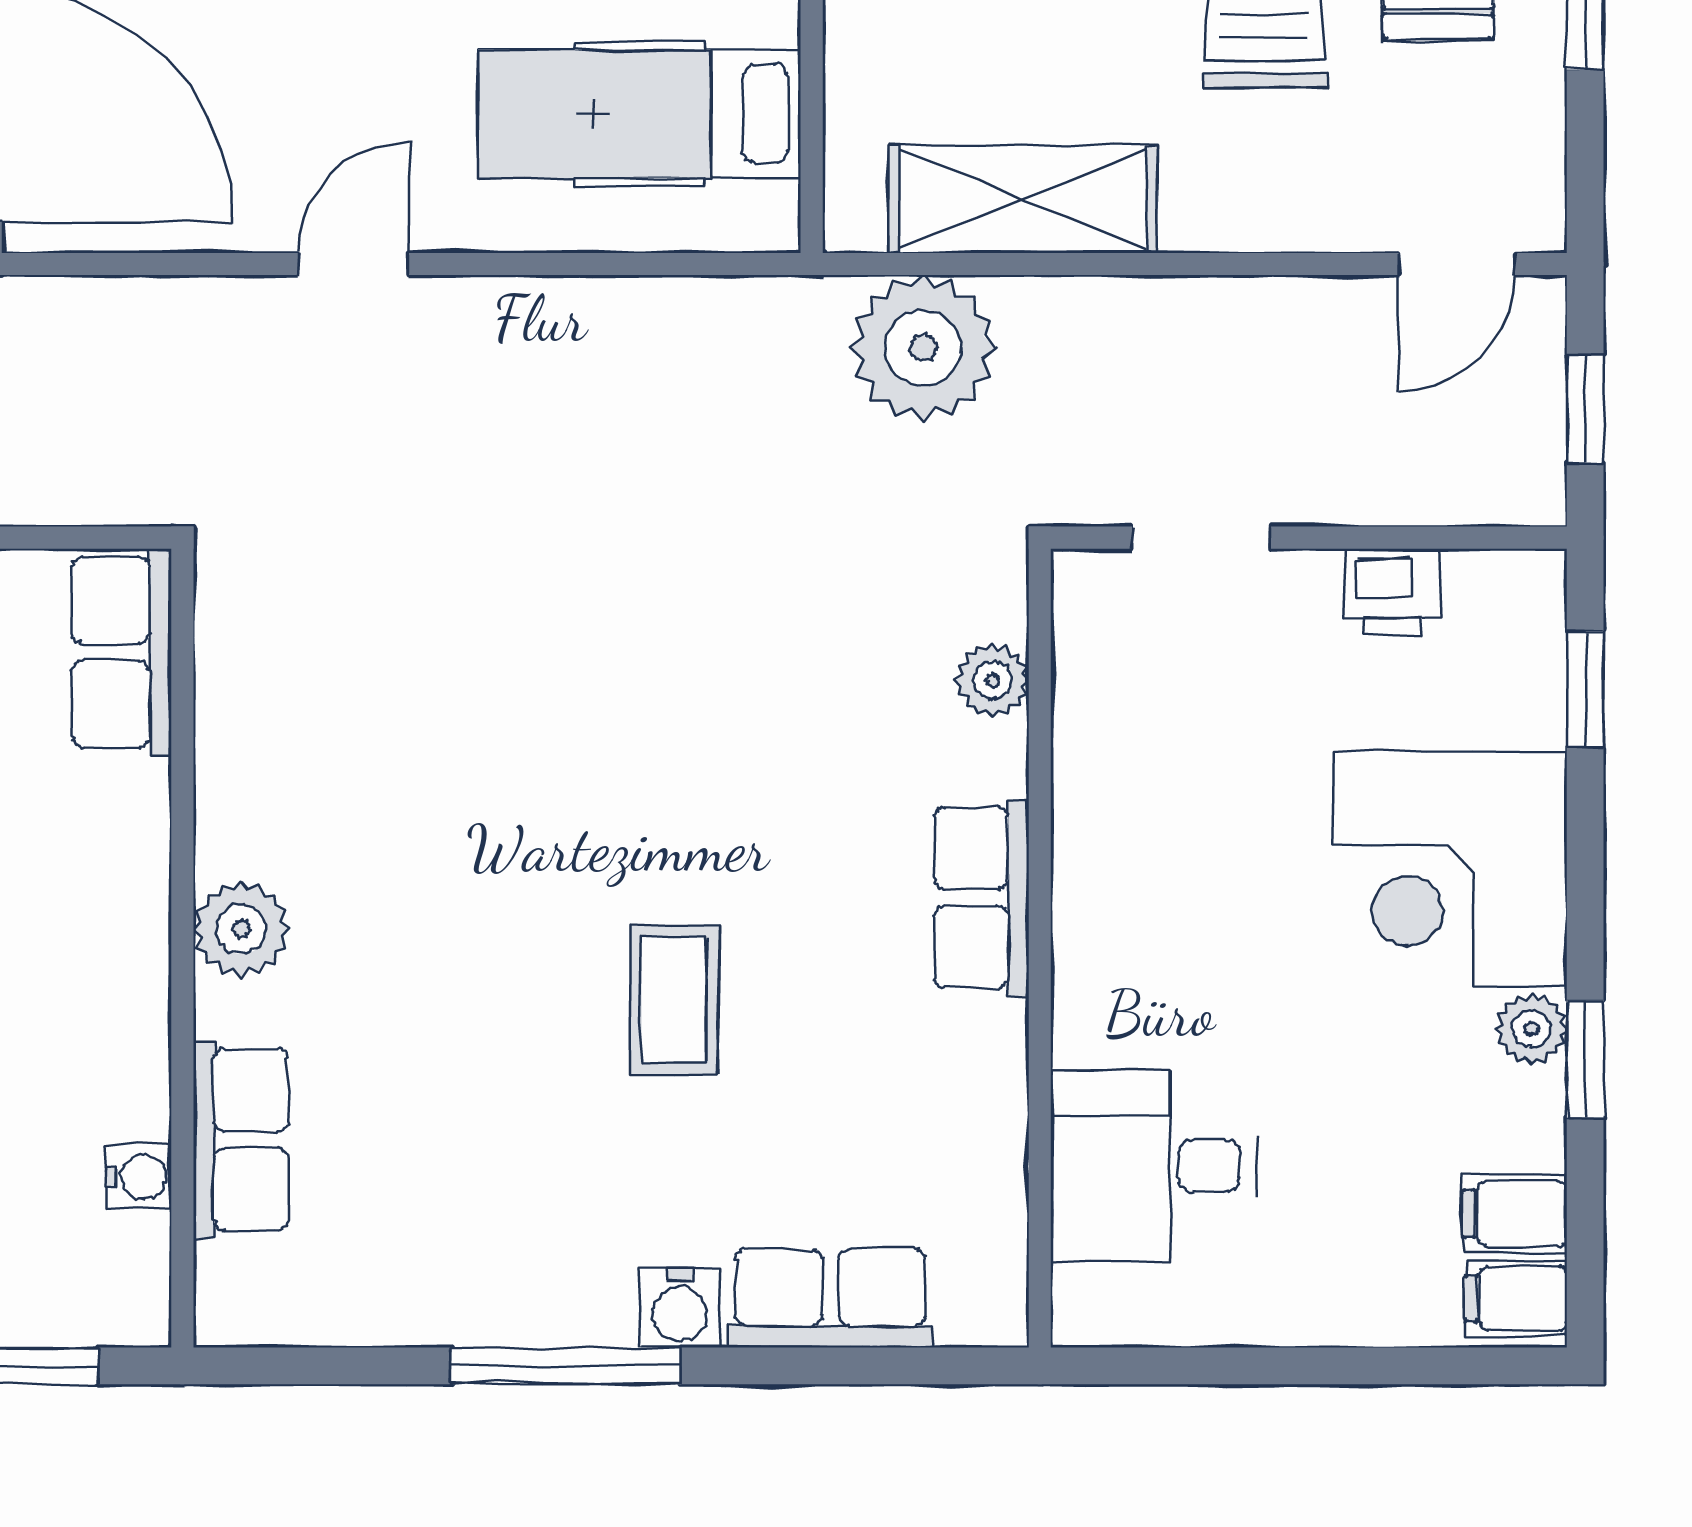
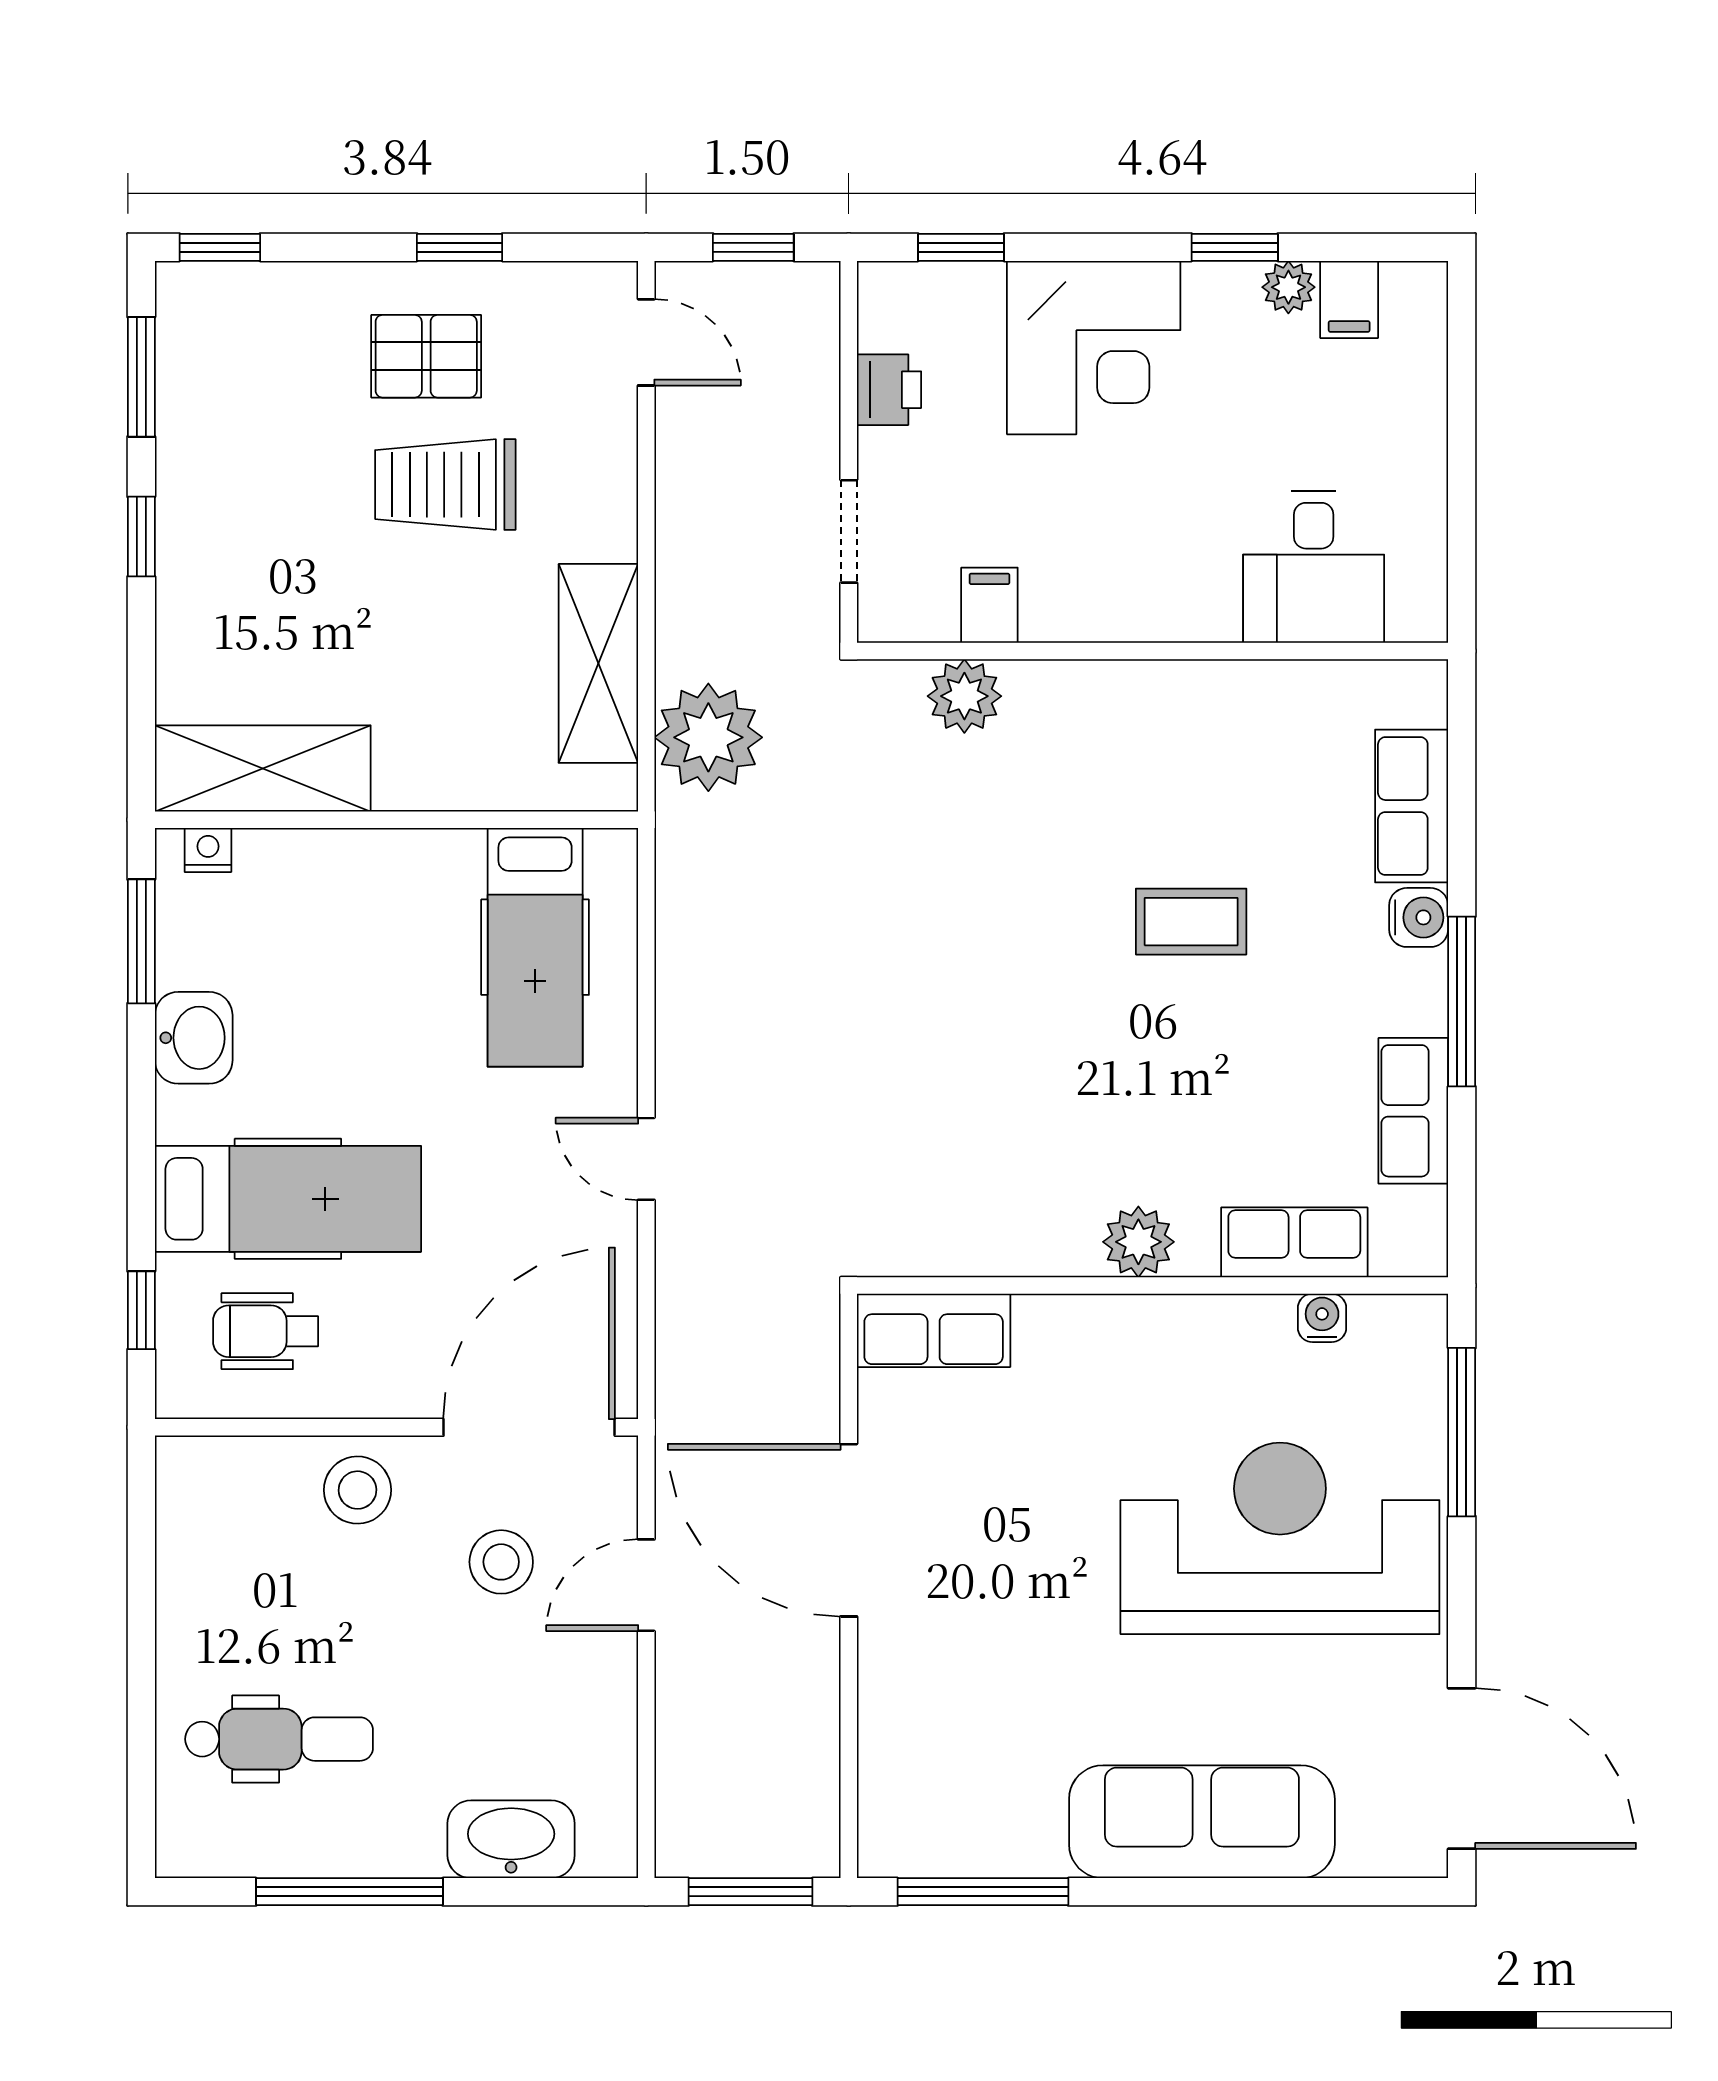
plant: (992, 680) -> (964, 696), width x1.38, depth x1.38
row of seats: (982, 898) -> (1413, 1111), moved, turned 90
plant: (1531, 1029) -> (1288, 287), moved
filing cabinet: (1516, 1298) -> (989, 605), moved, turned 180

